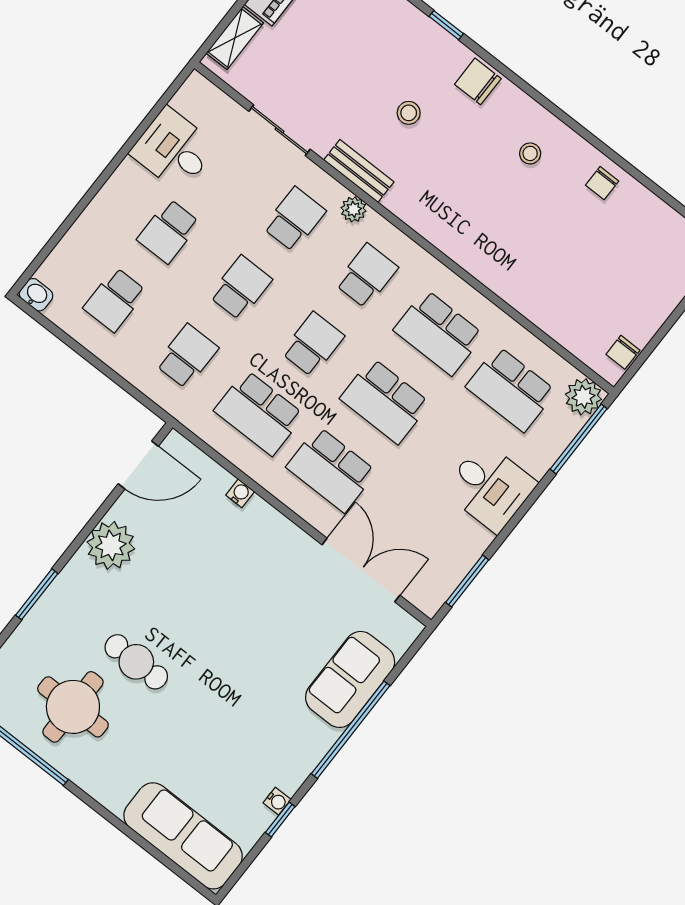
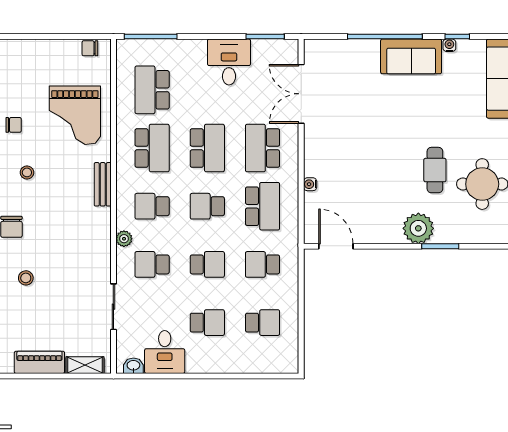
stool: (409, 113) -> (26, 278), moved
bench: (359, 171) -> (103, 184), moved
grand piano: (554, 269) -> (75, 115), added
school desk: (241, 288) -> (207, 264), turned 180
washbasin: (36, 295) -> (133, 366), moved, turned 90
chair: (623, 352) -> (90, 48), turned 180
school desk: (511, 389) -> (152, 90), turned 180
plant: (583, 397) -> (128, 51), removed
school desk: (331, 469) -> (263, 148), turned 180
desk: (490, 487) -> (229, 62), moved
plant: (111, 545) -> (418, 228), moved
sofa: (350, 679) -> (411, 56), moved

